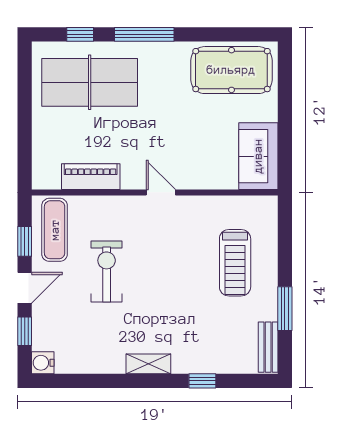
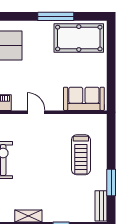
window: (144, 34) -> (56, 16), moved
sofa: (258, 156) -> (84, 99), moved, turned 90

